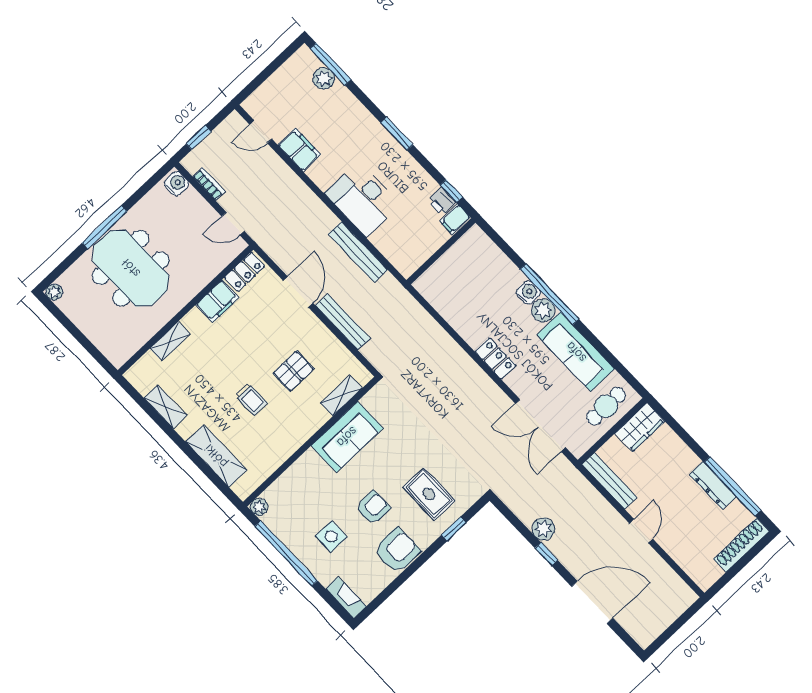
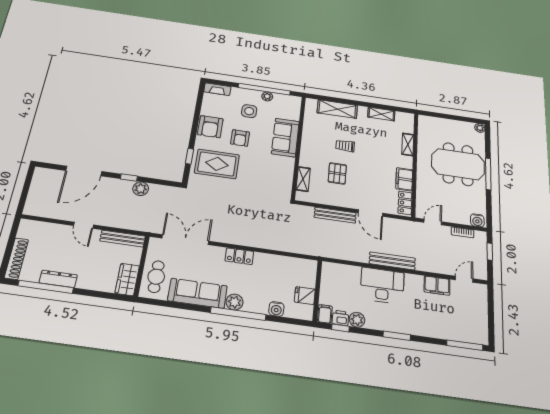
plant: (324, 78) -> (357, 320), moved
bench: (358, 252) -> (392, 261), moved
fridge: (460, 257) -> (305, 296), added
water cooler: (528, 292) -> (276, 309), moved
sofa: (347, 437) -> (285, 137), moved
rug: (429, 494) -> (217, 164), width x1.36, depth x1.43
plant: (259, 507) -> (267, 96), moved

